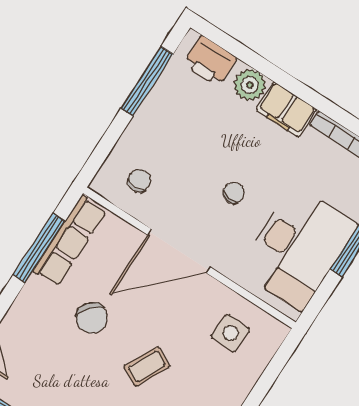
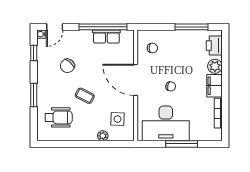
row of seats: (70, 241) -> (106, 37), width x0.68
window: (39, 248) -> (103, 27), width x1.46
chair: (92, 318) -> (67, 66), moved
plant: (244, 381) -> (103, 136), added

